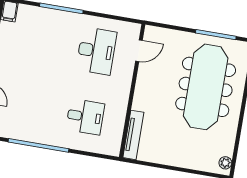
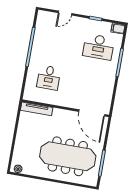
desk: (96, 51) -> (99, 47), moved
door: (139, 51) -> (92, 113), width x1.87

